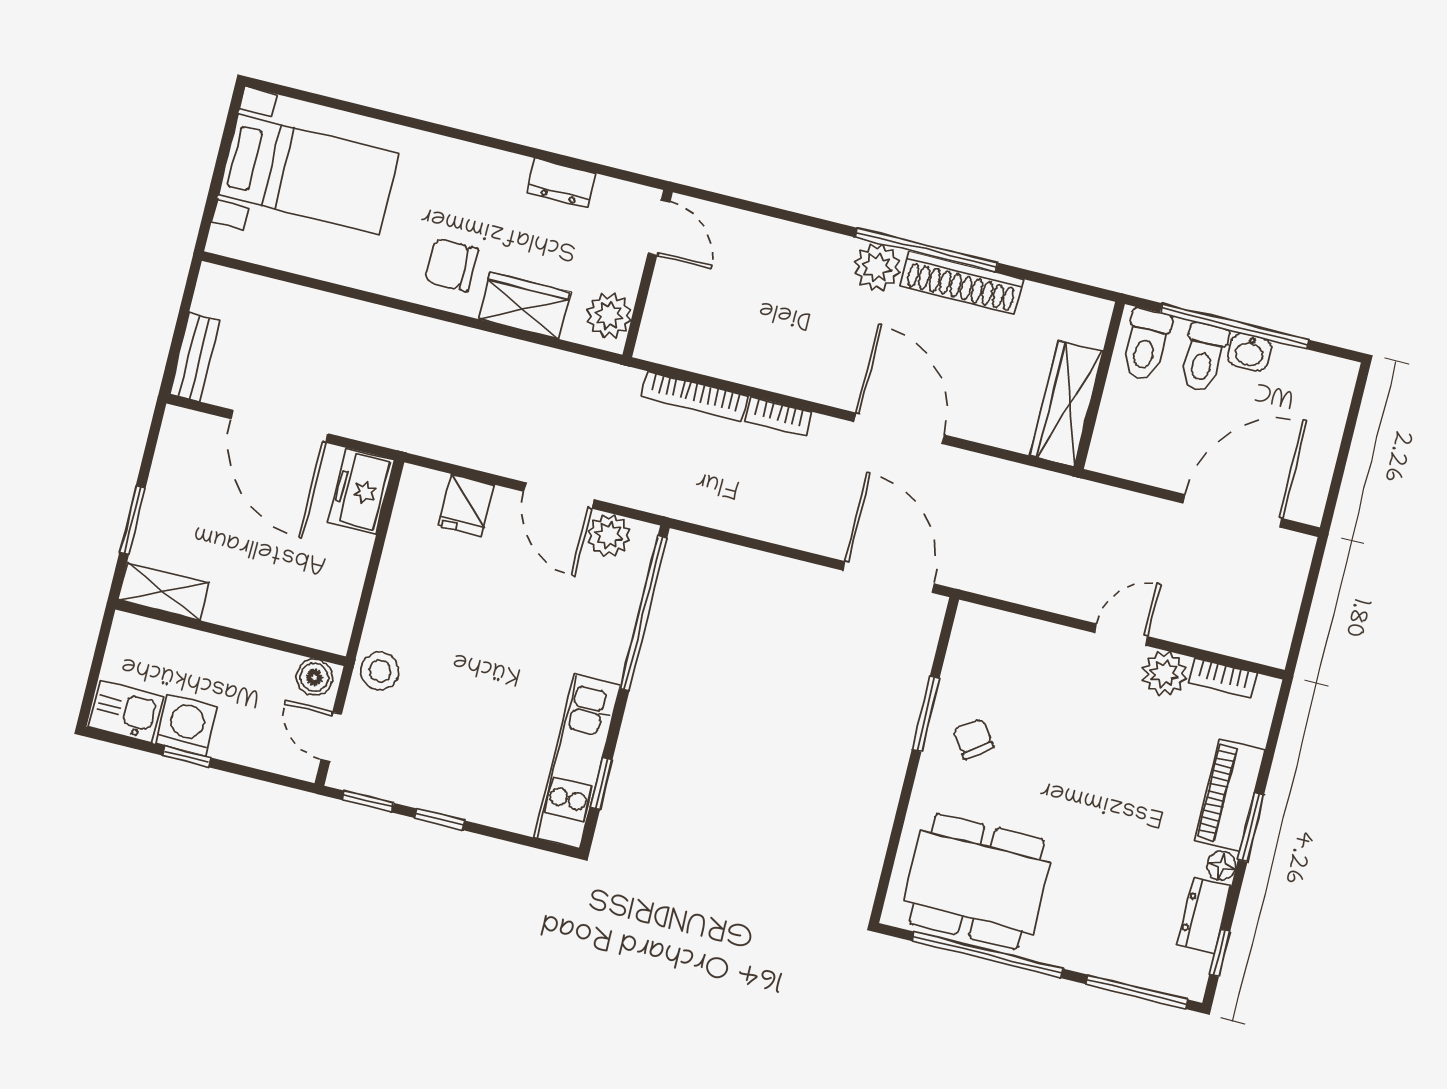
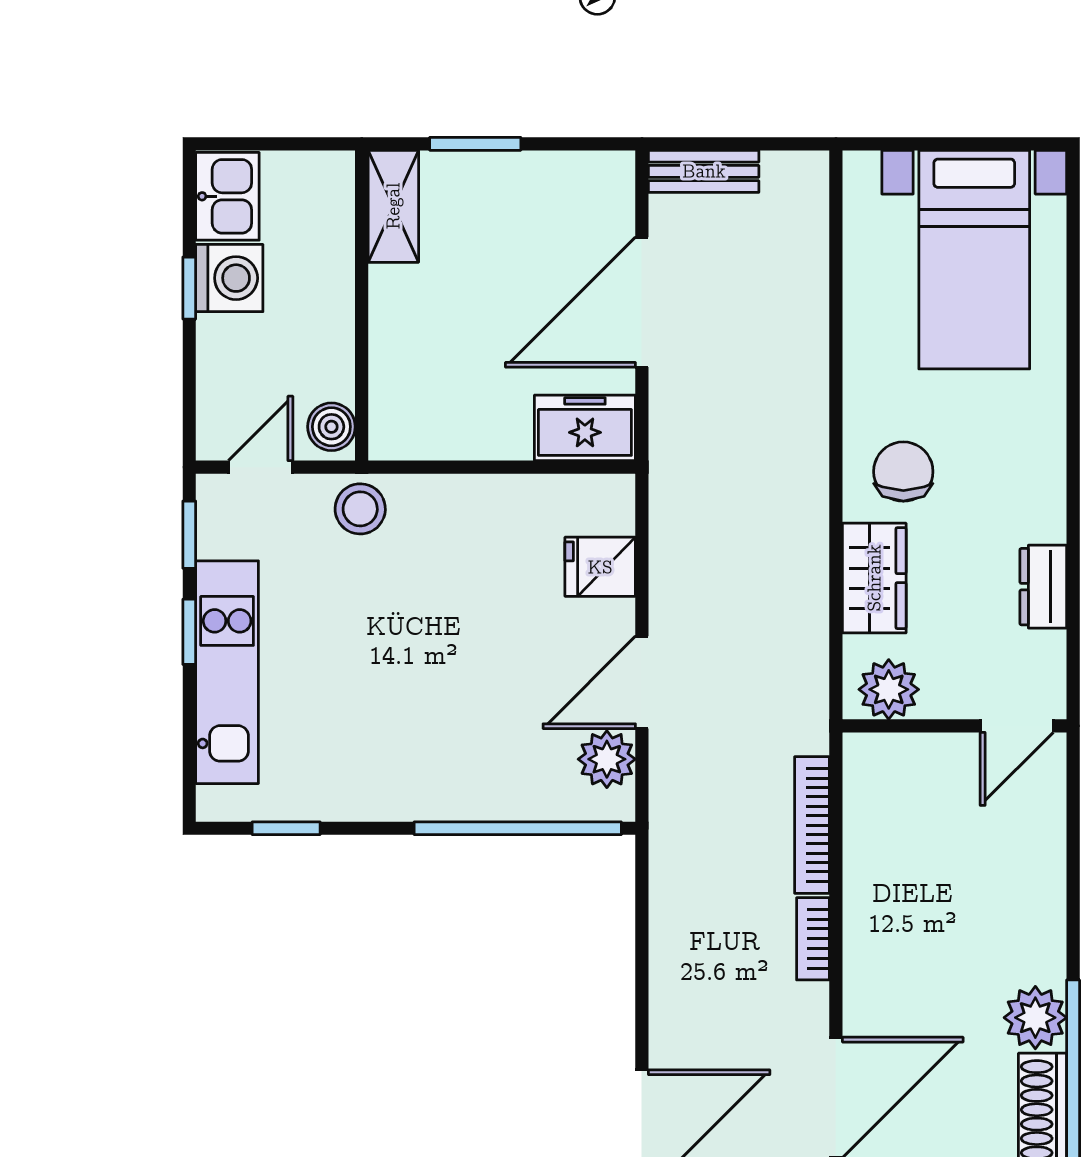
kitchen unit: (577, 761) -> (227, 672), moved, turned 90

